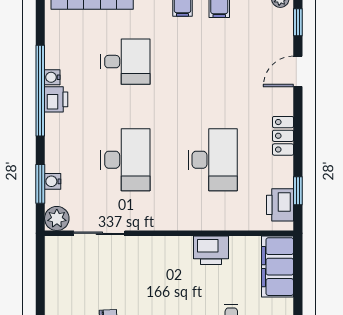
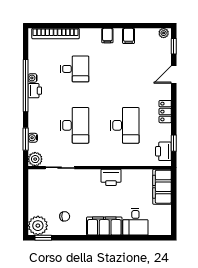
printer: (211, 250) -> (111, 177), moved

